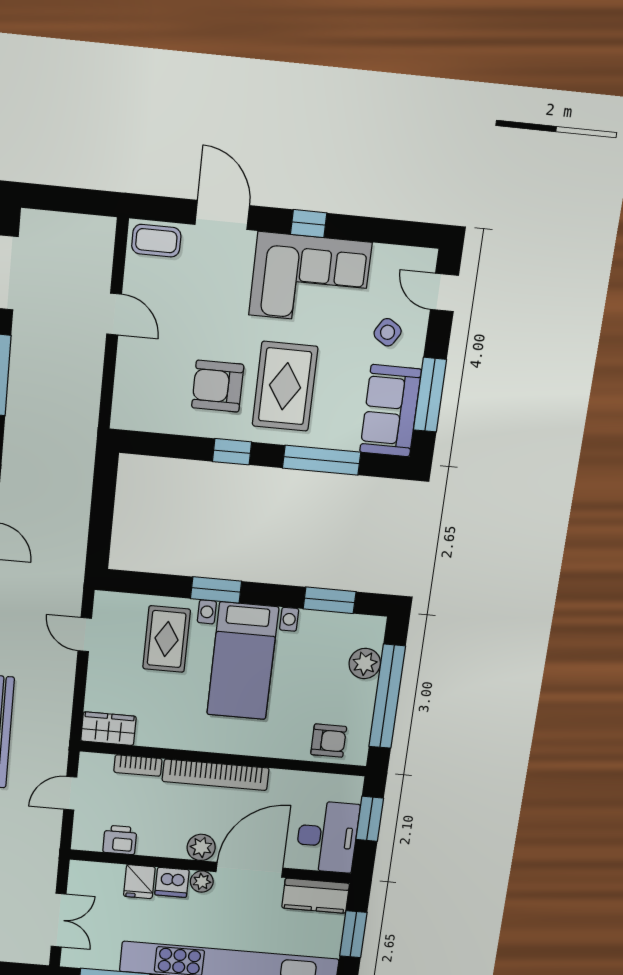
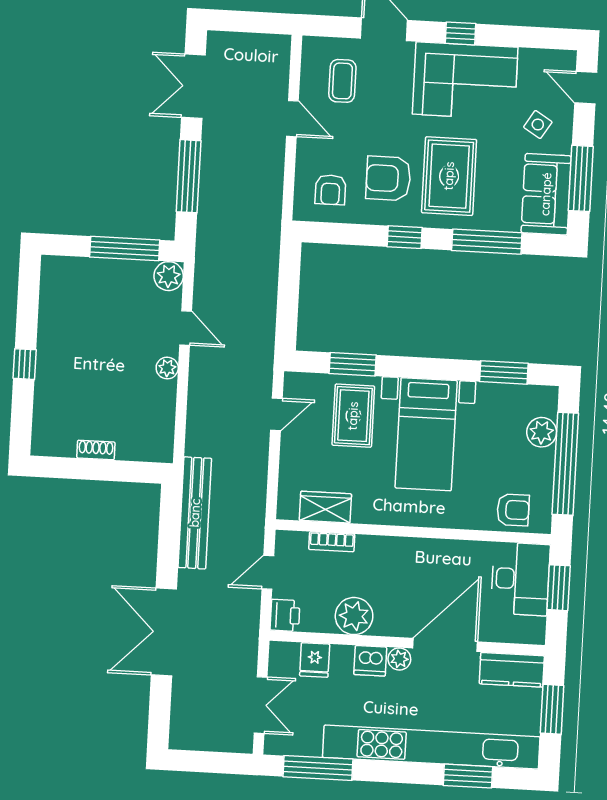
coffee table: (156, 241) -> (342, 81), moved, turned 90
armchair: (153, 396) -> (330, 190), added
window: (216, 590) -> (353, 364), moved
door: (85, 635) -> (276, 414), swing flipped
wardrobe: (108, 729) -> (325, 507), moved
bookcase: (216, 775) -> (407, 548), removed
desk: (327, 837) -> (520, 579), moved
printer: (120, 840) -> (285, 615), moved, turned 90
plant: (201, 847) -> (354, 616), moved, width x1.36, depth x1.36
fridge: (139, 882) -> (315, 660), moved

